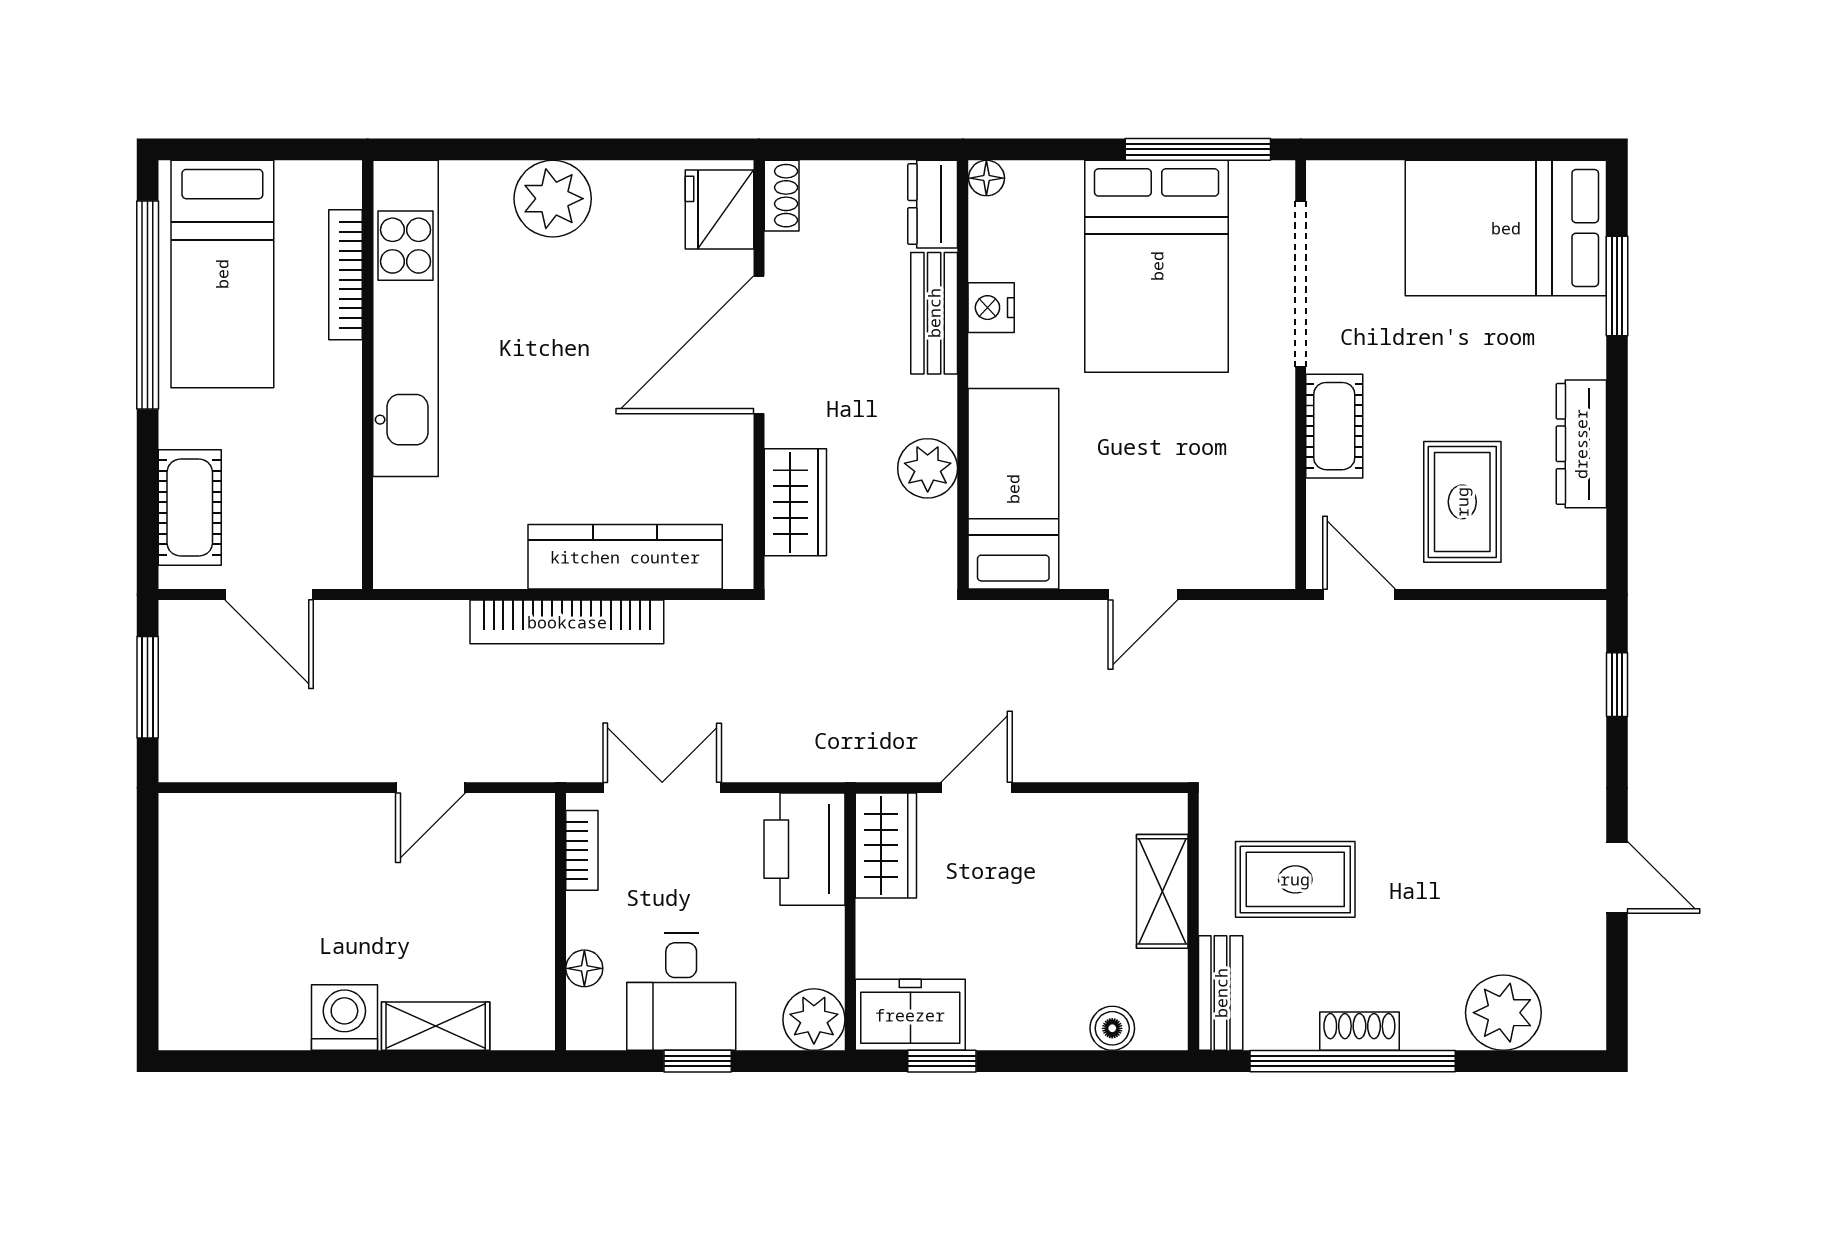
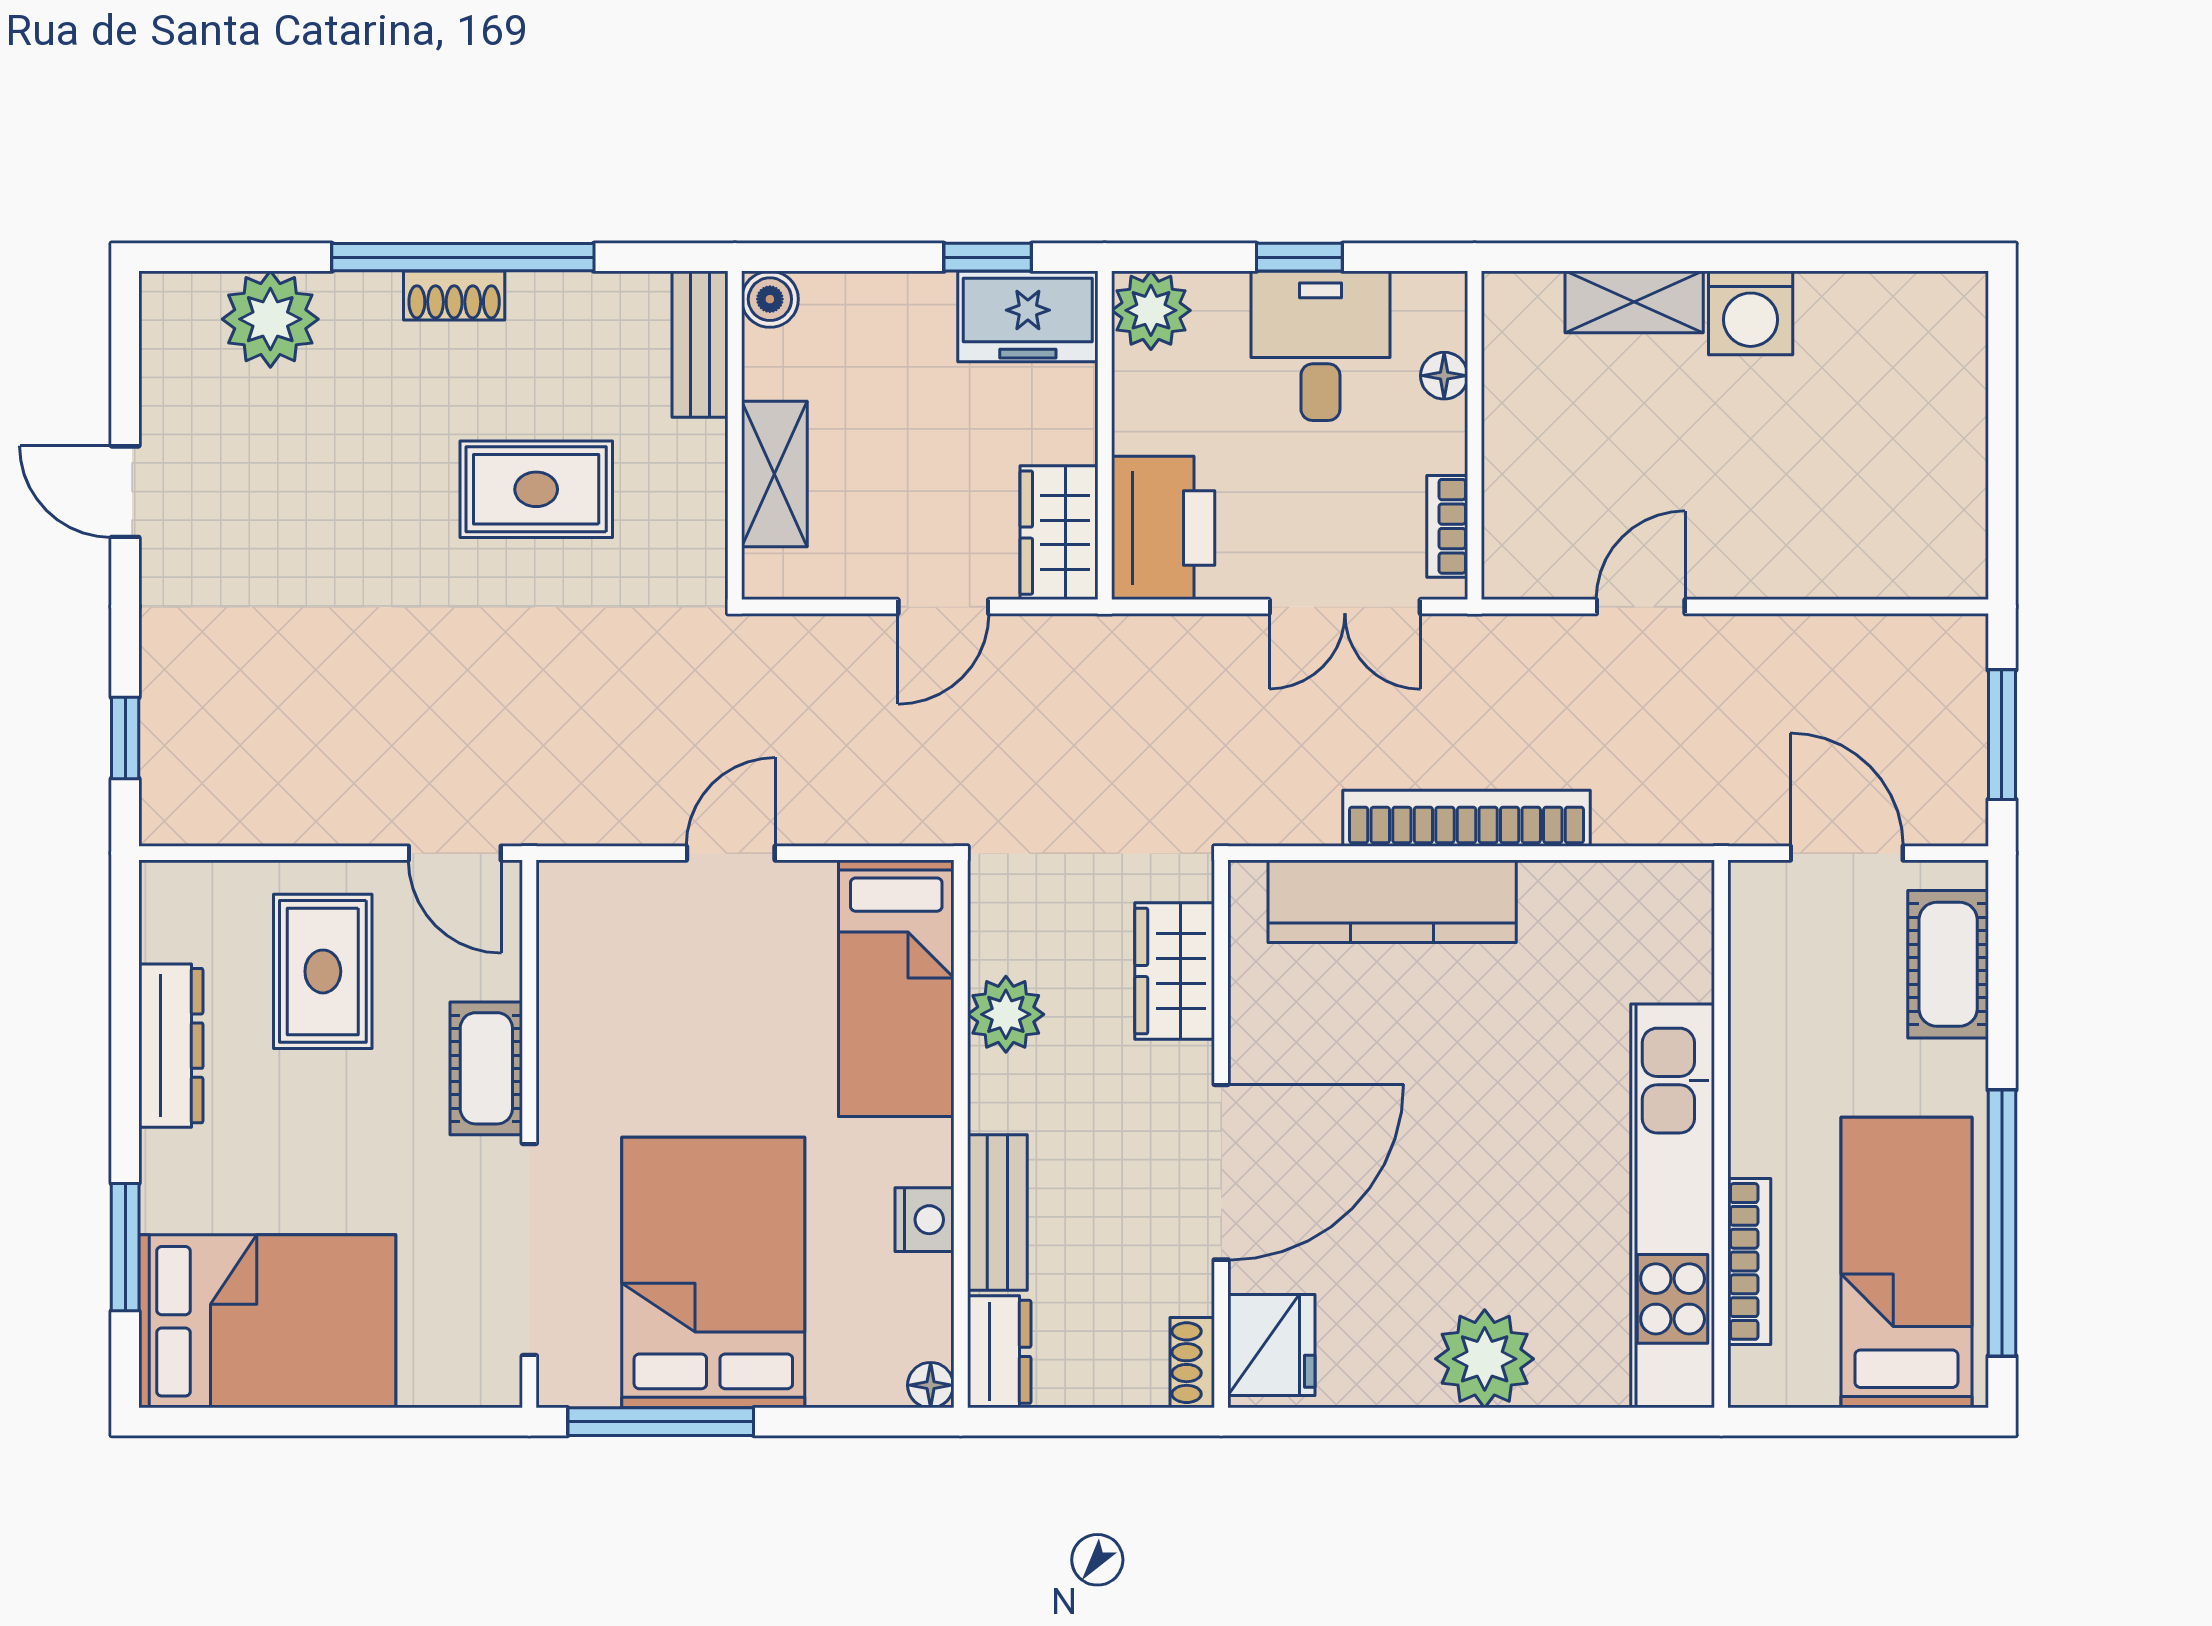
shelving: (1162, 891) -> (774, 474), moved
wall: (1193, 922) -> (735, 435), moved
bench: (1221, 993) -> (700, 344), moved

